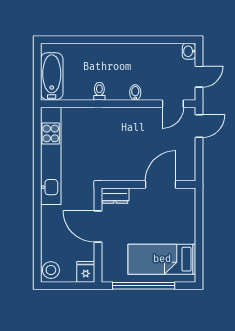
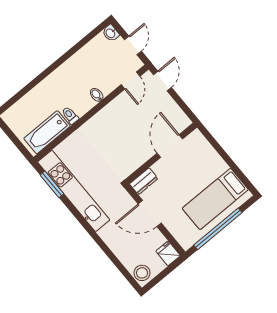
bathtub: (52, 76) -> (47, 132), moved, turned -90
window: (37, 136) -> (52, 184), added

